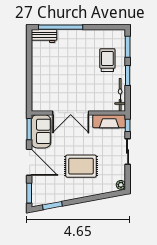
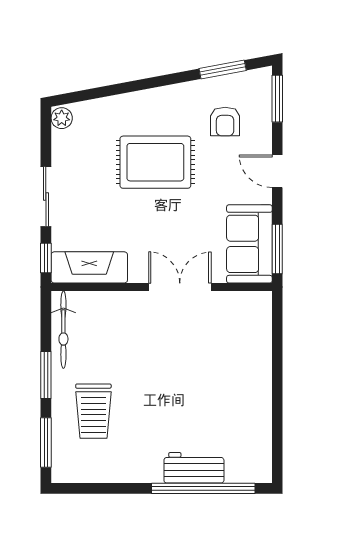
workbench: (44, 36) -> (194, 468), moved
double door: (71, 113) -> (180, 287), width x0.73
door: (29, 162) -> (277, 171), width x0.53
armchair: (51, 183) -> (225, 122), added

